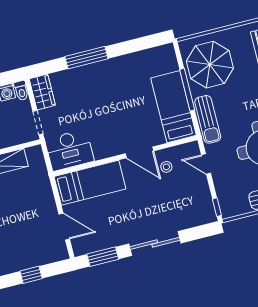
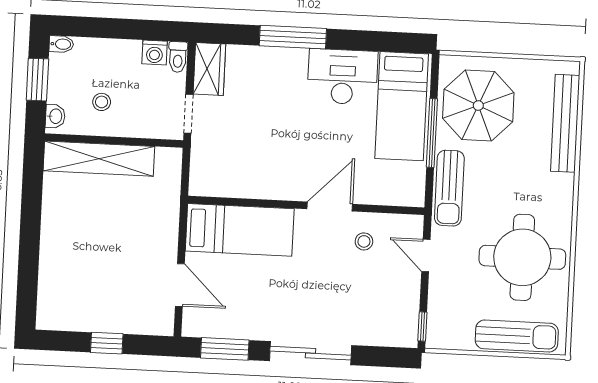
bed: (173, 107) -> (402, 106), moved, turned 180
desk: (70, 150) -> (343, 77), moved, turned 180
door: (140, 152) -> (330, 207), swing flipped

